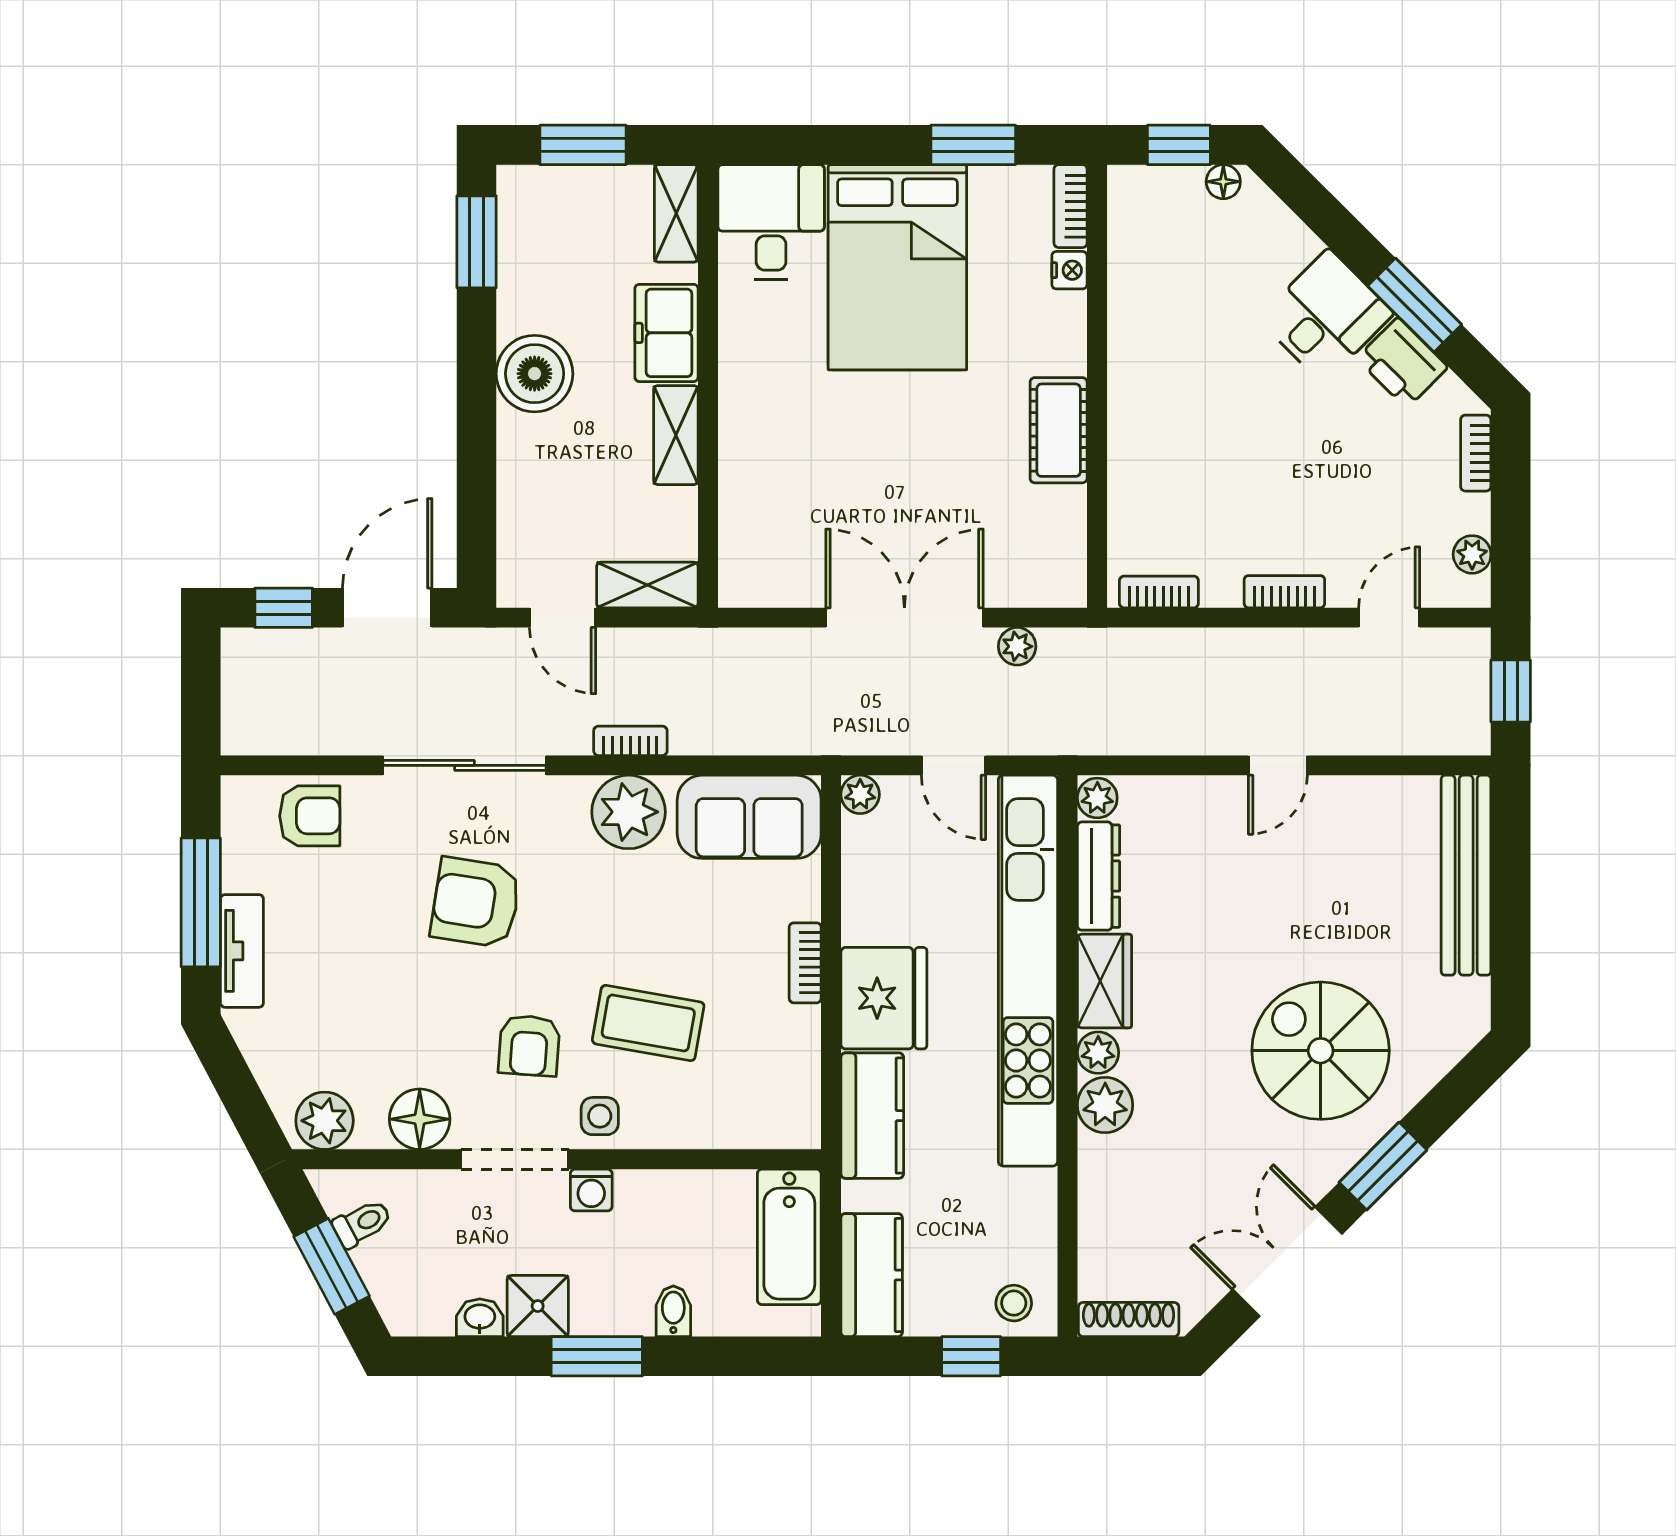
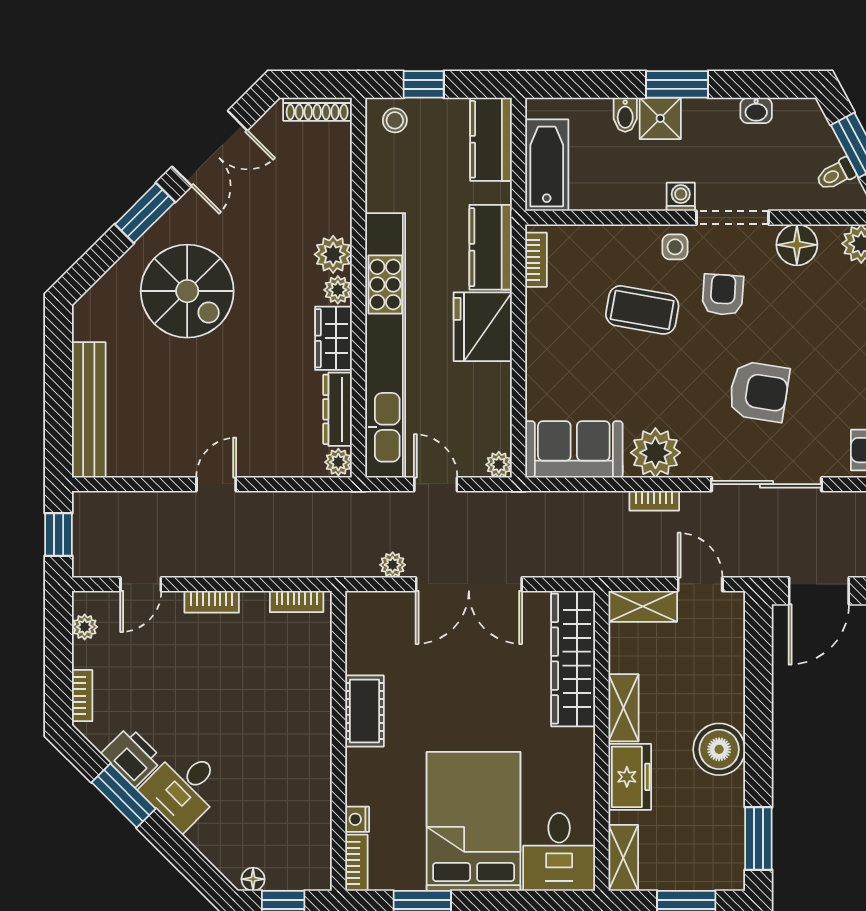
wardrobe: (750, 508) -> (573, 659), added
bookcase: (805, 963) -> (536, 260), moved
shower: (538, 1306) -> (660, 118), moved

